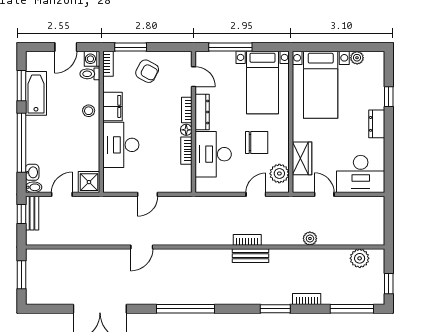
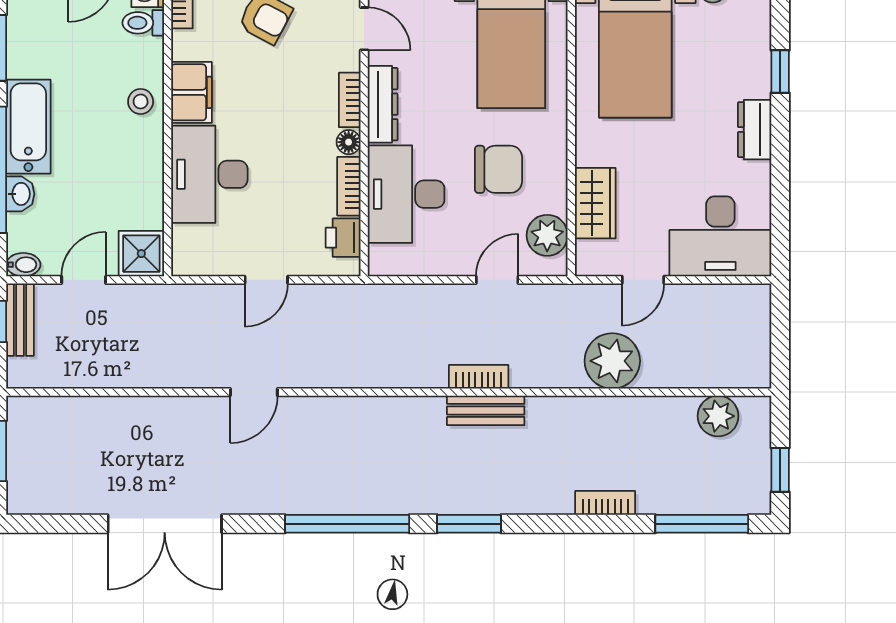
bathtub: (36, 93) -> (28, 127), moved
washbasin: (32, 172) -> (20, 194), moved
printer: (184, 175) -> (343, 238), added
door: (324, 194) -> (643, 280), swing flipped
plant: (310, 239) -> (612, 361), width x1.88, depth x1.88
window: (275, 309) -> (469, 524), moved

